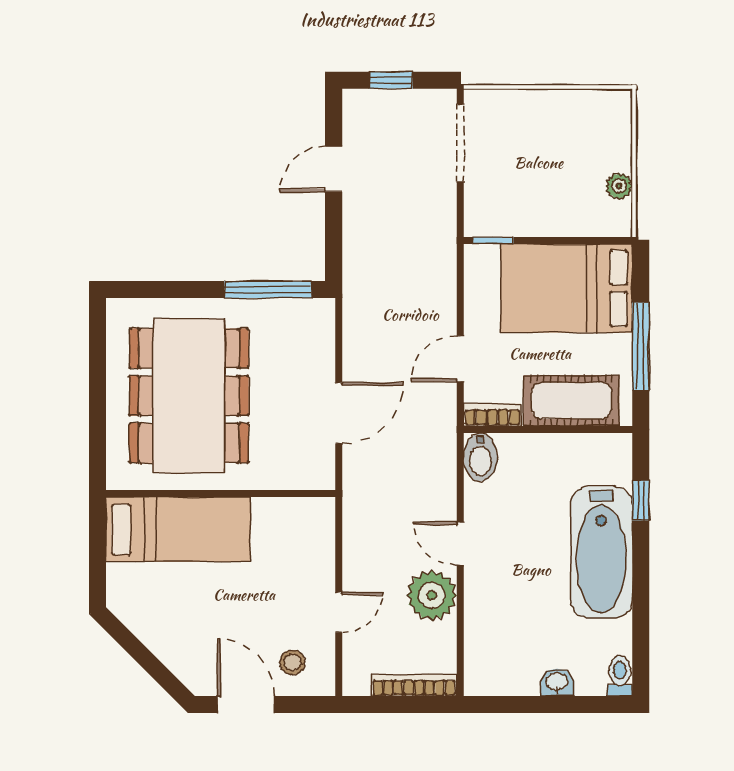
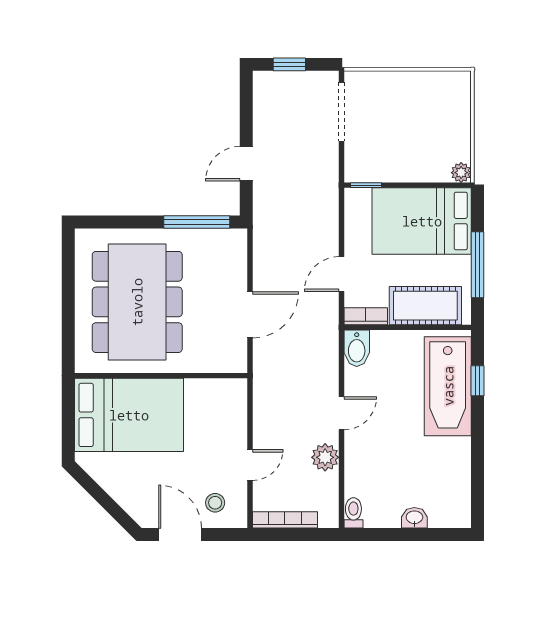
door: (334, 169) -> (246, 164), moved
plant: (619, 186) -> (461, 173), moved
bed: (178, 529) -> (129, 415), width x1.50
door: (460, 544) -> (342, 413), swing flipped
bathtub: (601, 552) -> (448, 386), moved
plant: (432, 595) -> (325, 457), width x0.73, depth x0.73
toilet: (620, 676) -> (353, 513), moved
bookcase: (414, 685) -> (285, 520), moved

